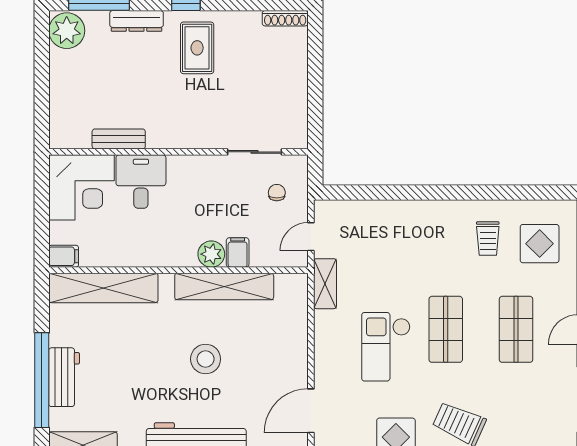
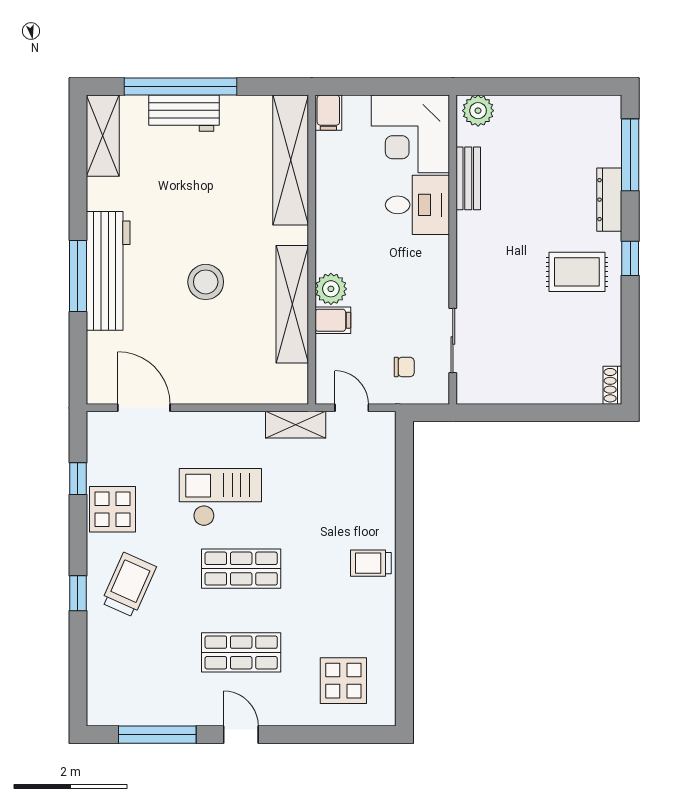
shoe rack: (285, 18) -> (612, 385), width x0.70
plant: (67, 31) -> (478, 111), moved, width x0.73, depth x0.73
trolley: (488, 239) -> (371, 563), moved

